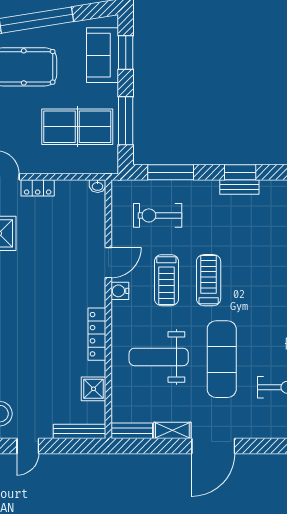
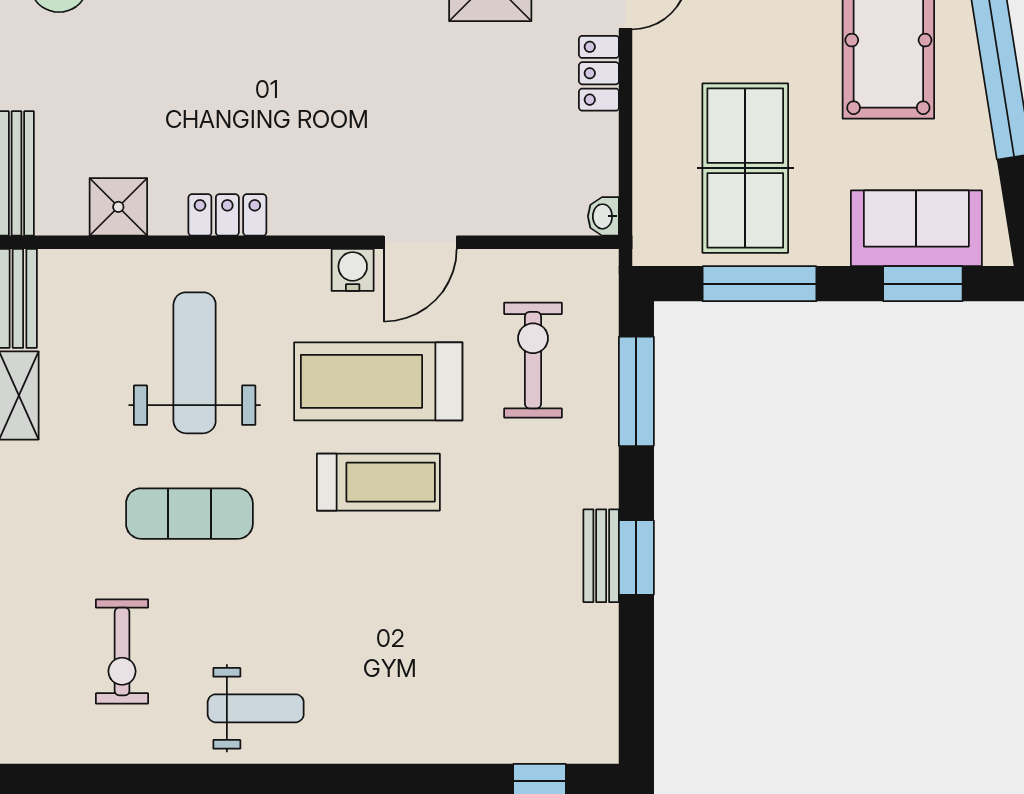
door: (108, 263) -> (420, 242), hinge flipped
treadmill: (166, 280) -> (378, 381), width x1.37, depth x1.38
locker: (97, 334) -> (227, 215), width x0.66
exercise mat: (222, 359) -> (189, 514), width x0.73, depth x0.69

